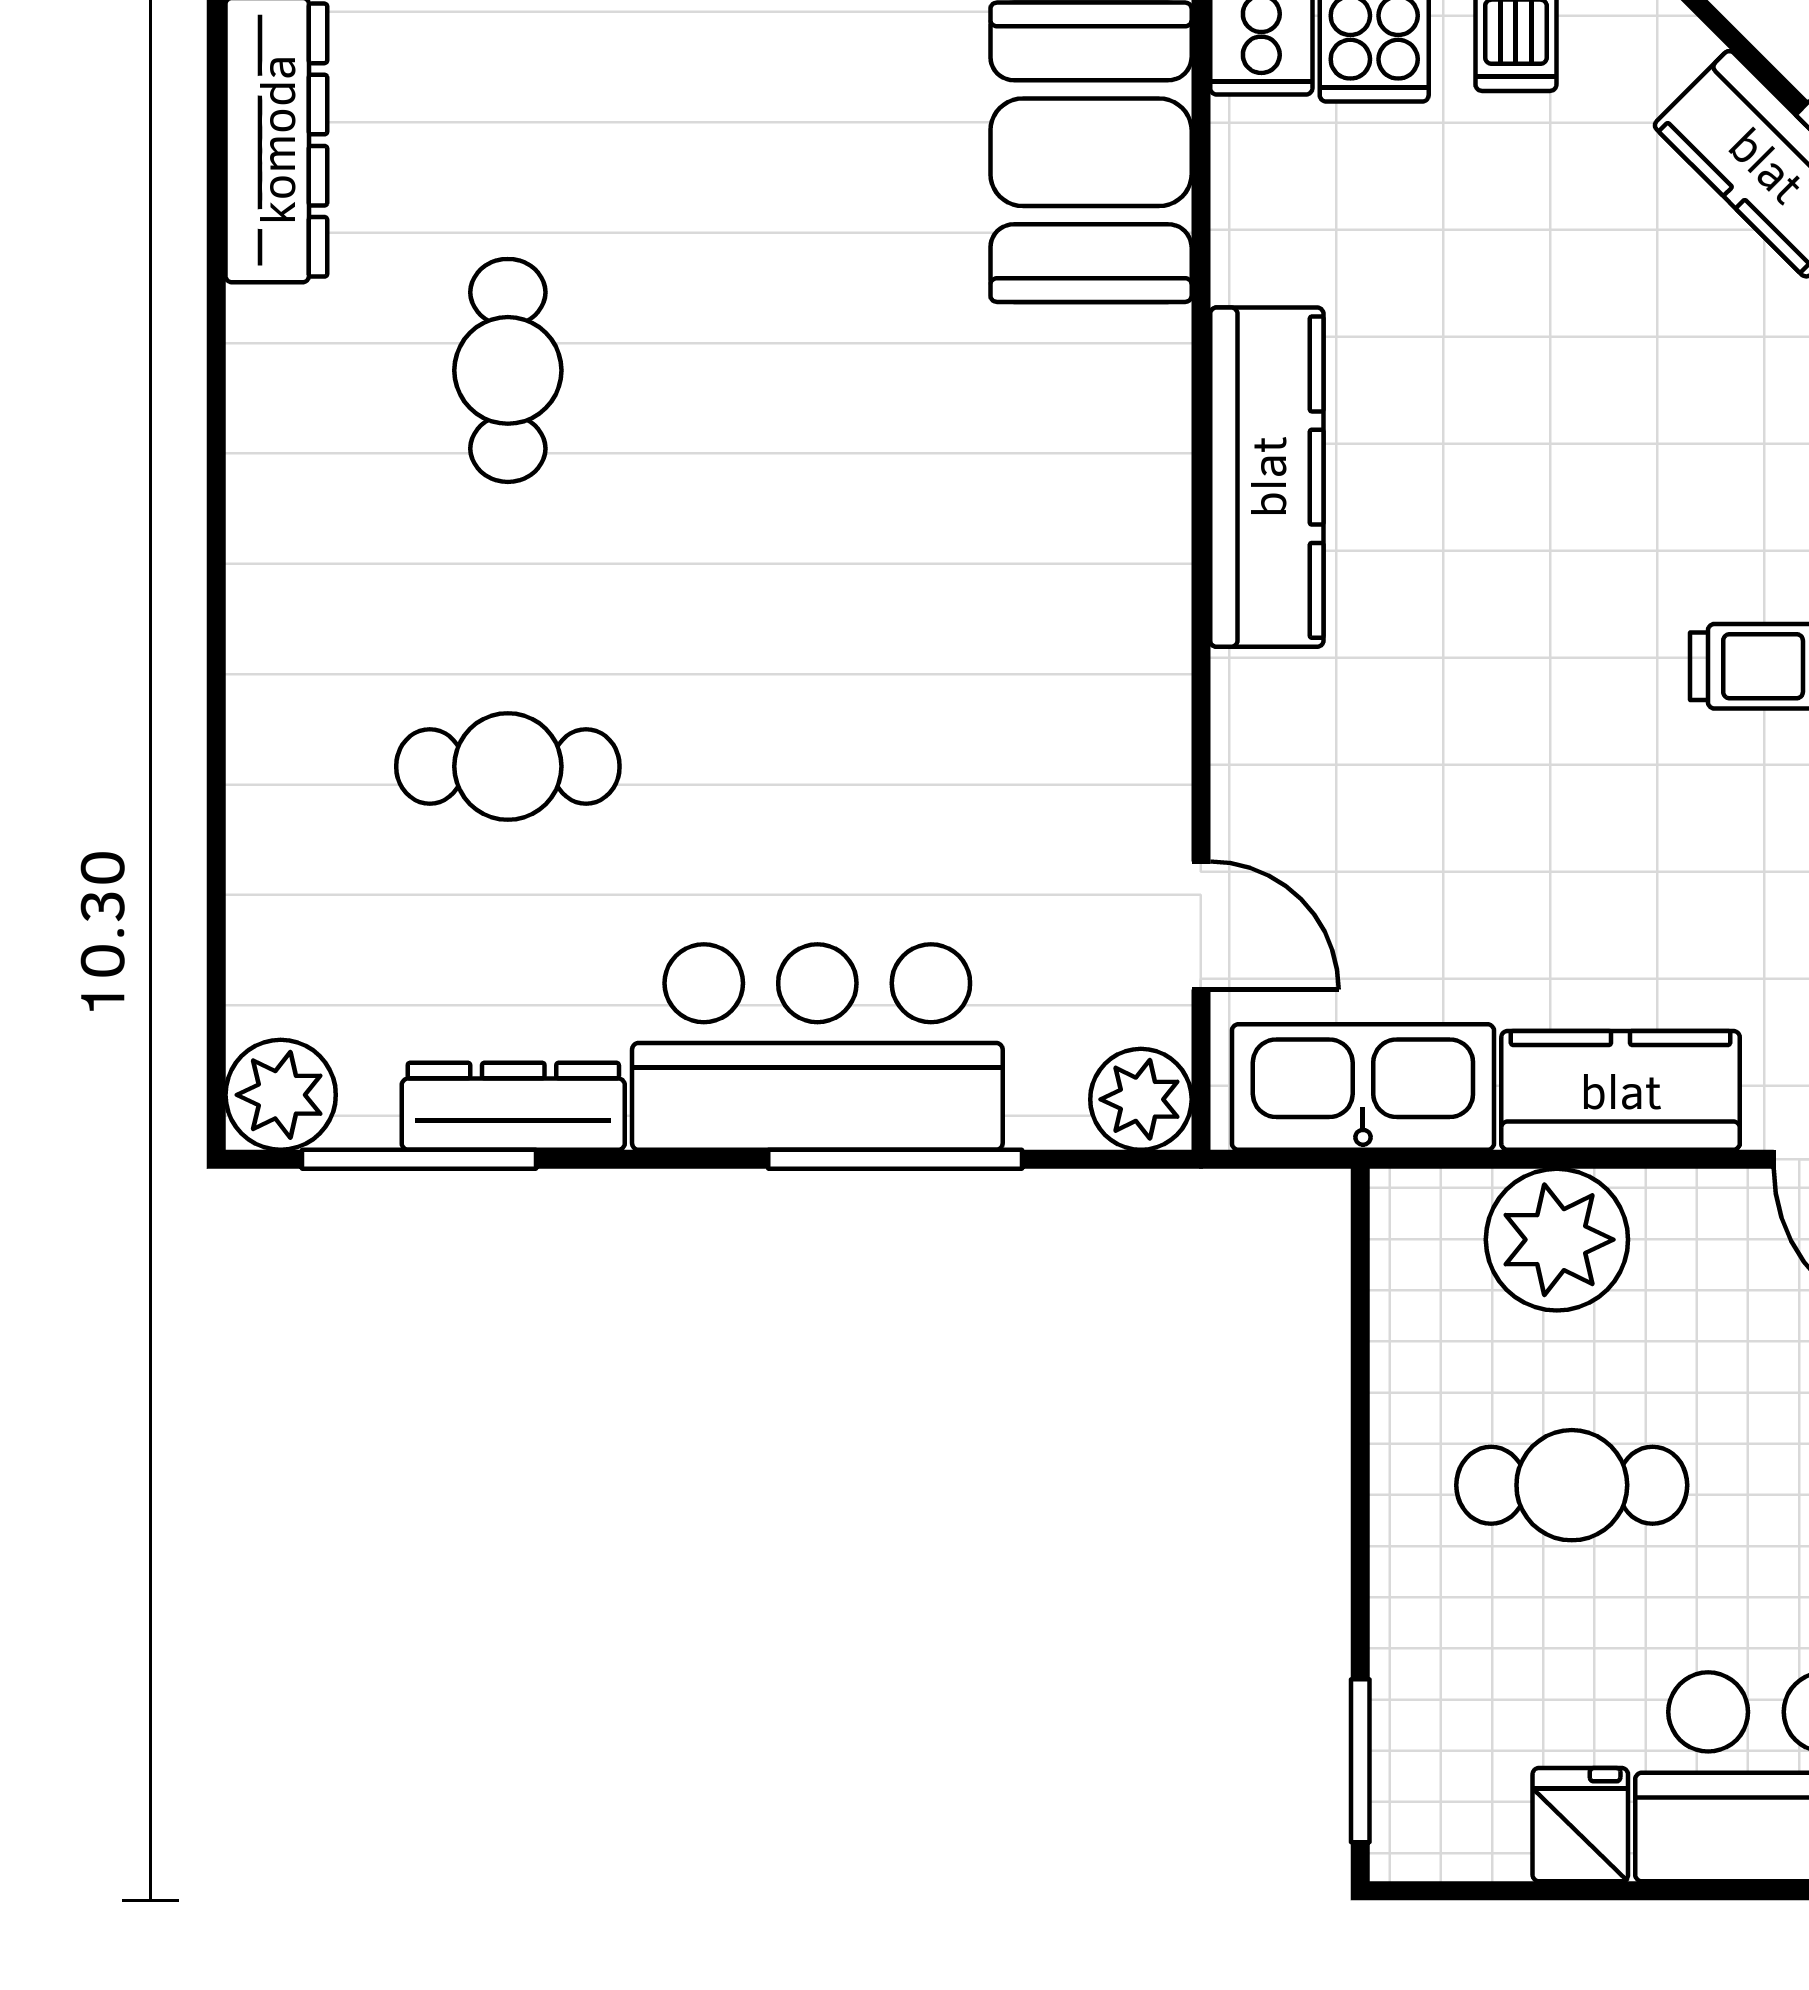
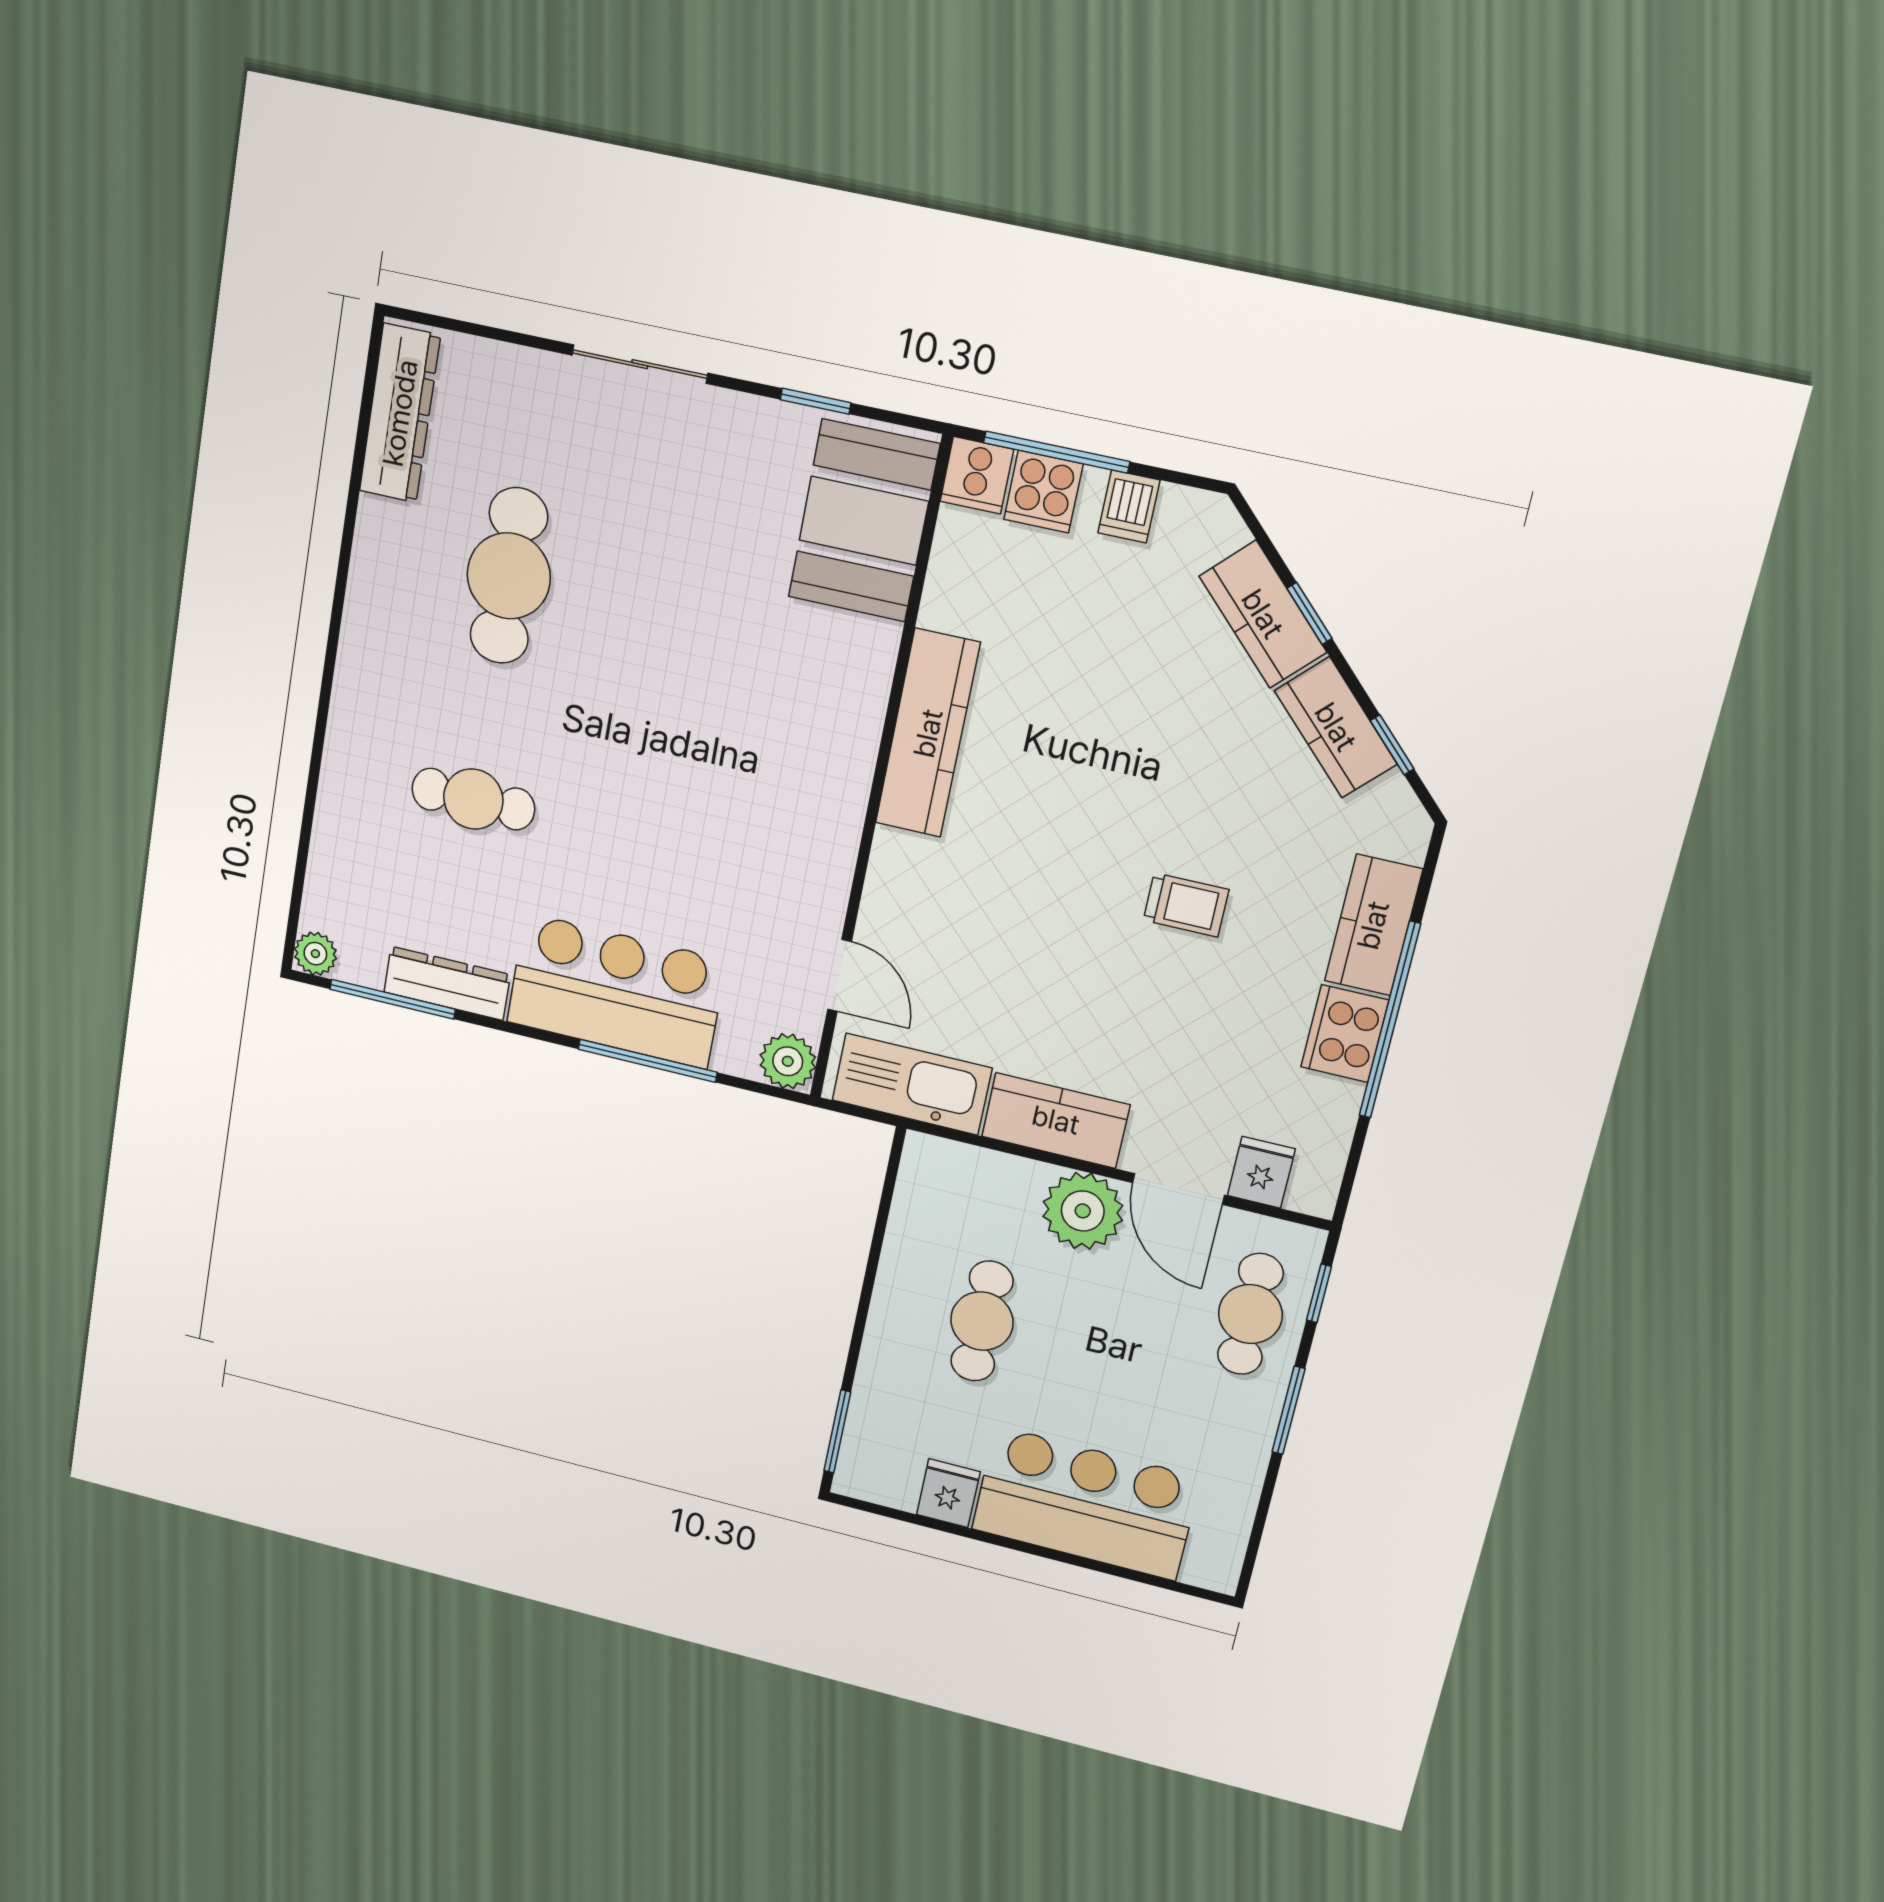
cafe table: (508, 370) -> (509, 576), width x1.37, depth x1.35
plant: (281, 1095) -> (315, 954), width x0.73, depth x0.73
plant: (1557, 1240) -> (1083, 1211), moved
cafe table: (1572, 1485) -> (982, 1321), turned 90

